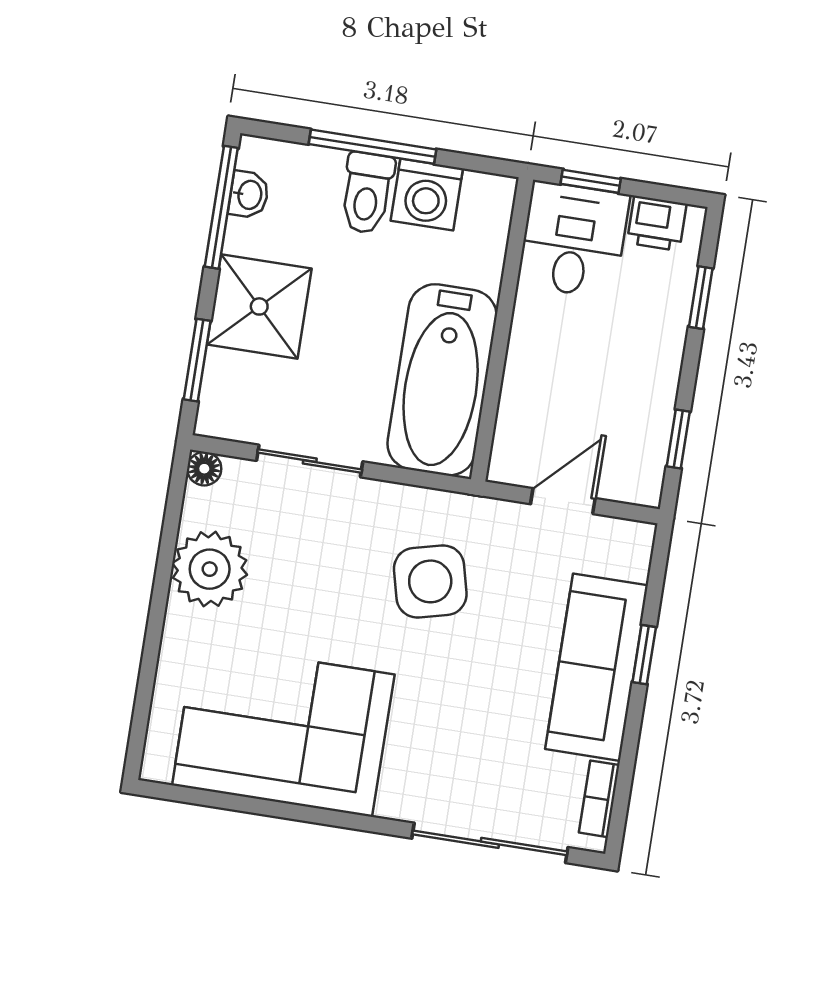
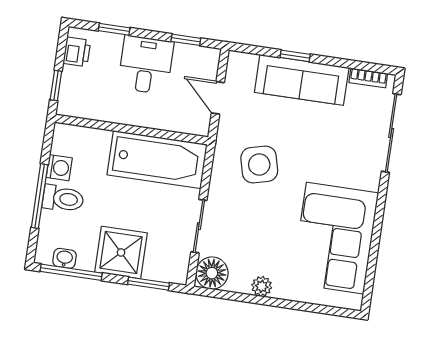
washing machine: (427, 195) -> (59, 168), width x0.73, depth x0.73
desk: (574, 240) -> (146, 65), moved, turned 90
floor lamp: (204, 469) -> (212, 273), width x1.89, depth x1.89
plant: (210, 569) -> (262, 286), width x0.53, depth x0.53

